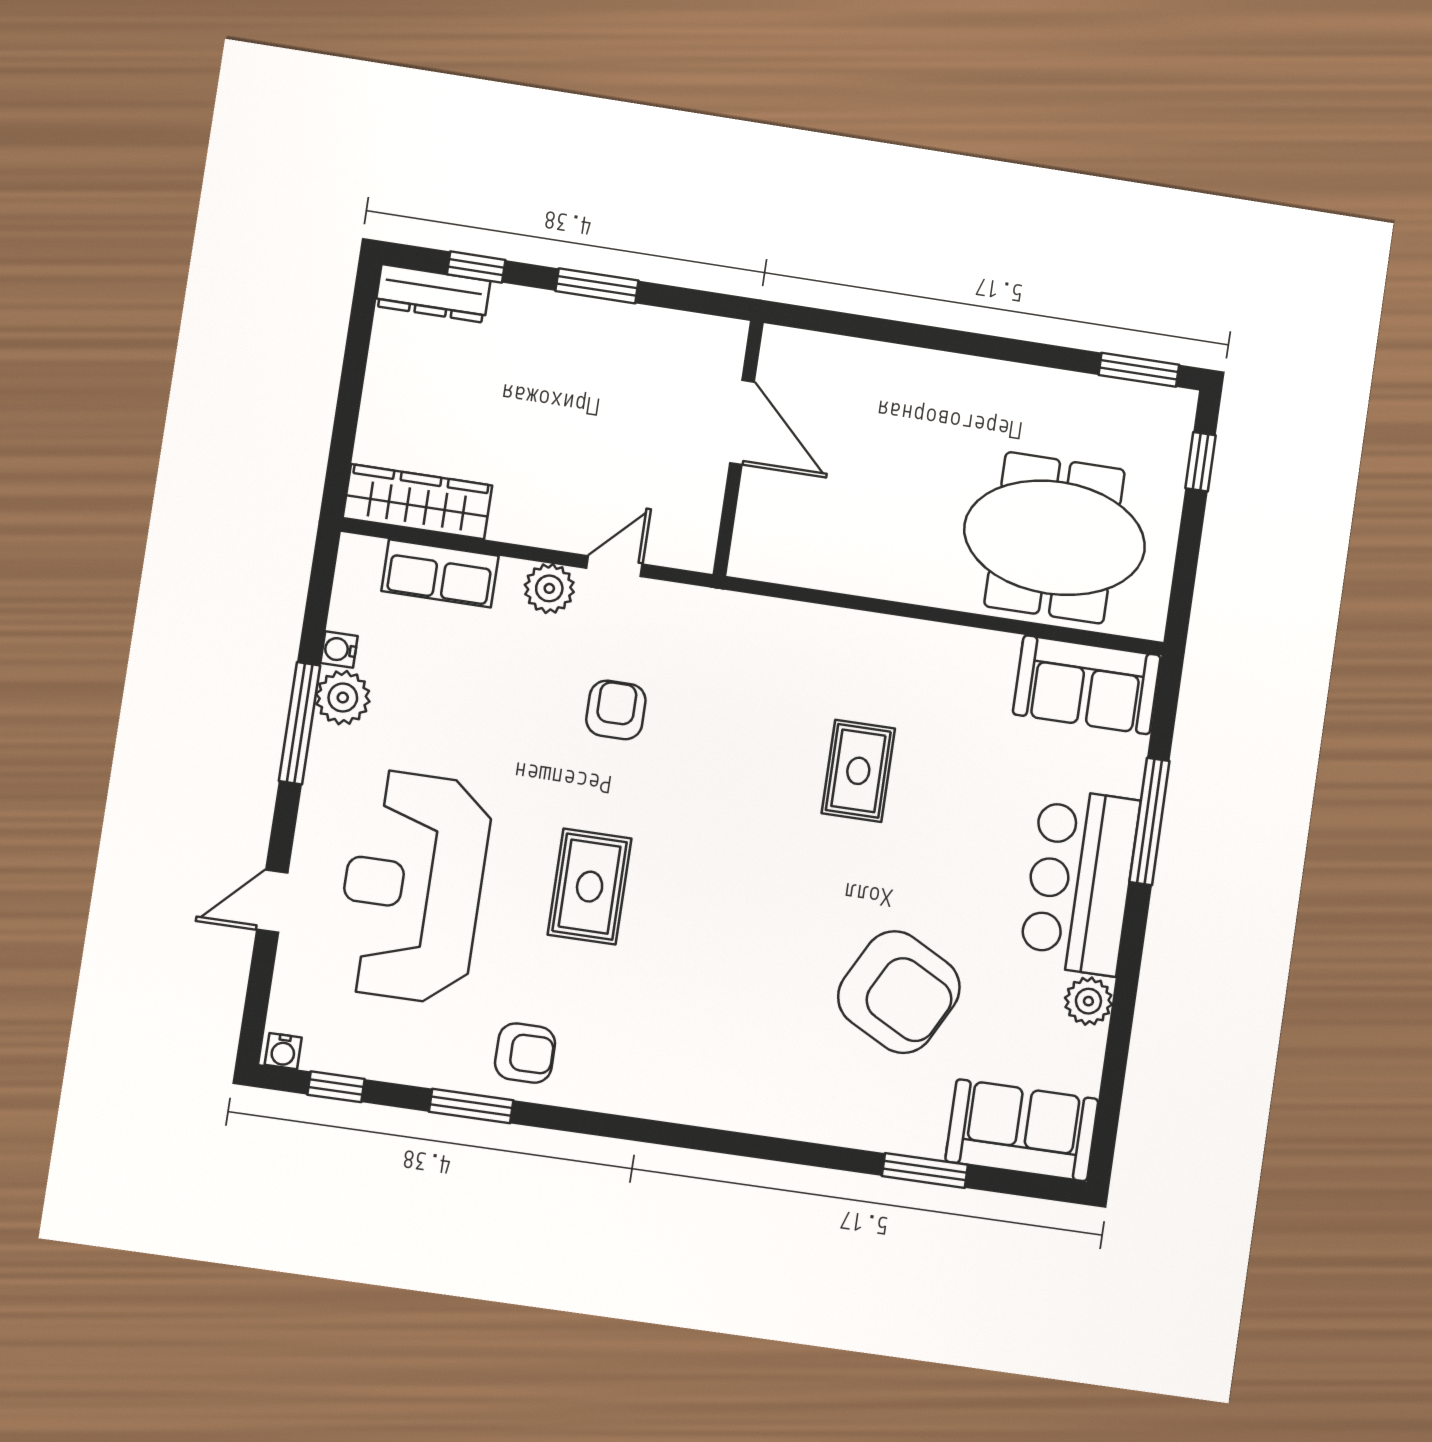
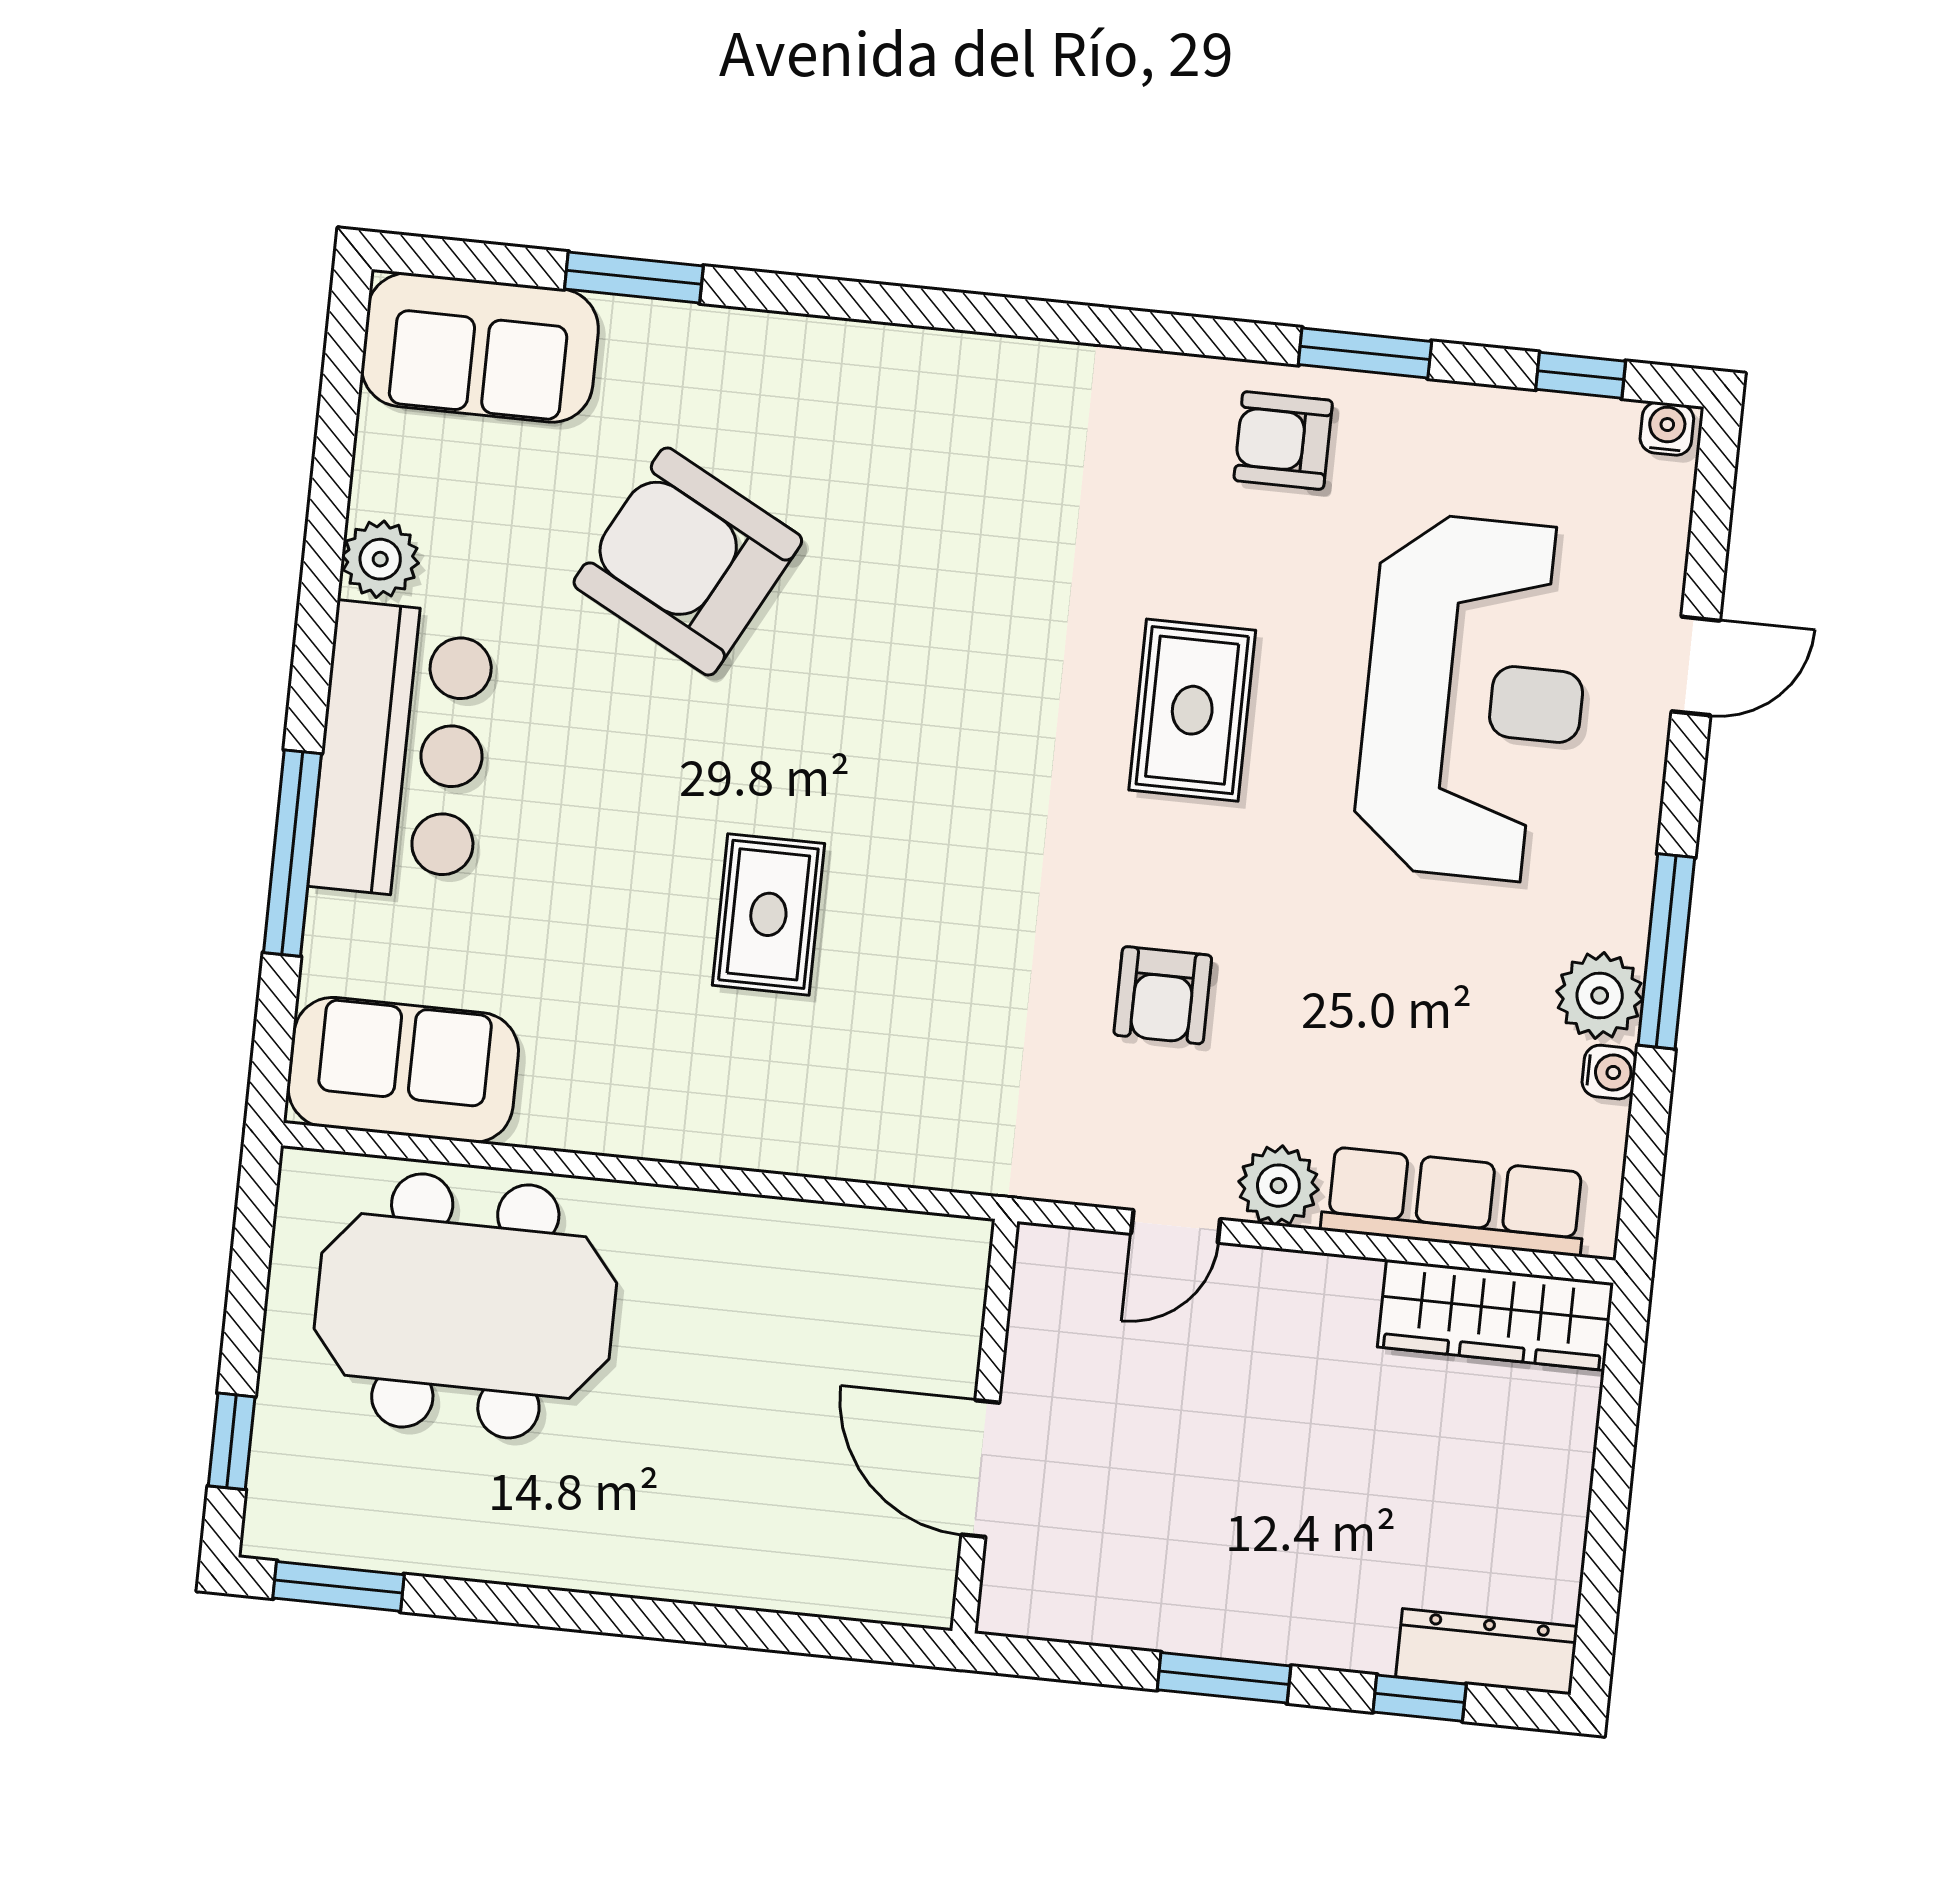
row of seats: (440, 573) -> (1454, 1202), width x1.48

